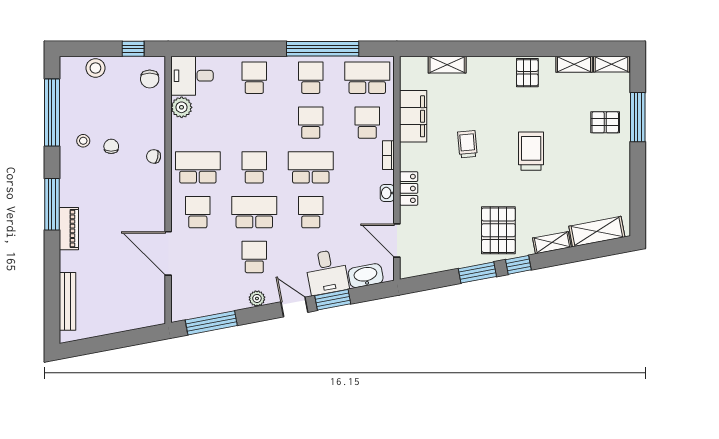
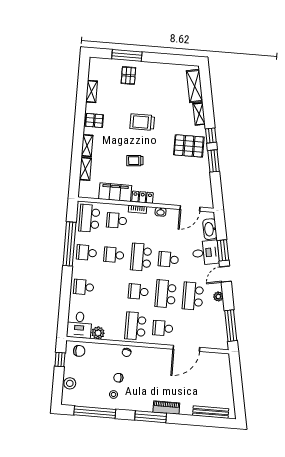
shelving: (612, 64) -> (87, 146), moved
locker: (409, 188) -> (142, 197), moved
school desk: (254, 257) -> (193, 296), width x1.85

